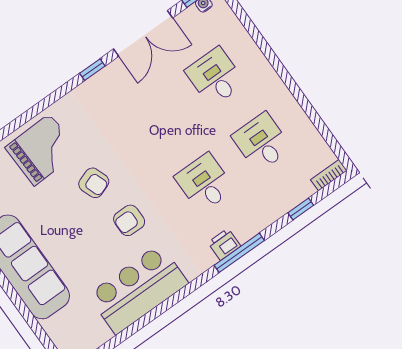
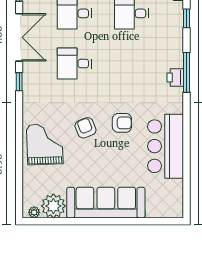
armchair: (94, 183) -> (85, 128), turned -92
desk: (204, 183) -> (74, 64), moved
armchair: (129, 220) -> (122, 123), turned -90

